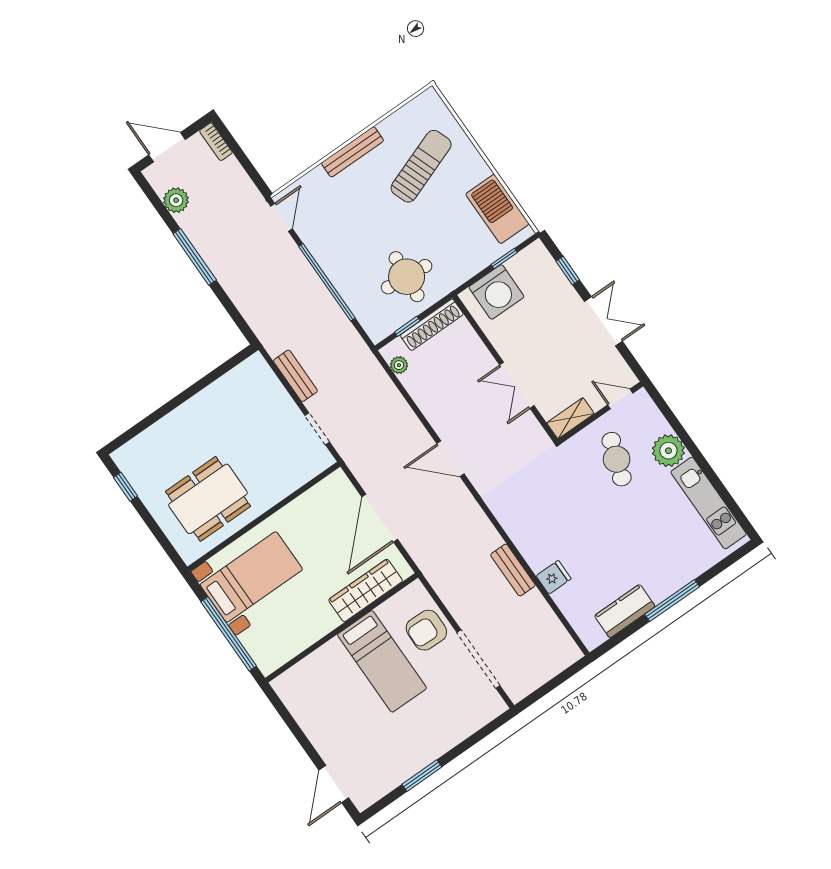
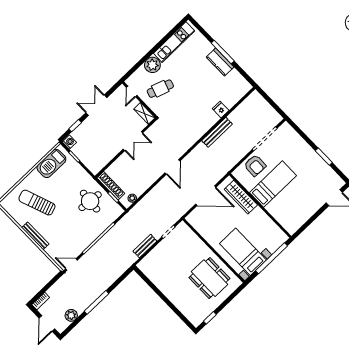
washing machine: (497, 292) -> (69, 142), moved, width x0.53, depth x0.53
bench: (513, 570) -> (217, 132), width x1.36
kitchen counter: (625, 611) -> (220, 62), moved

